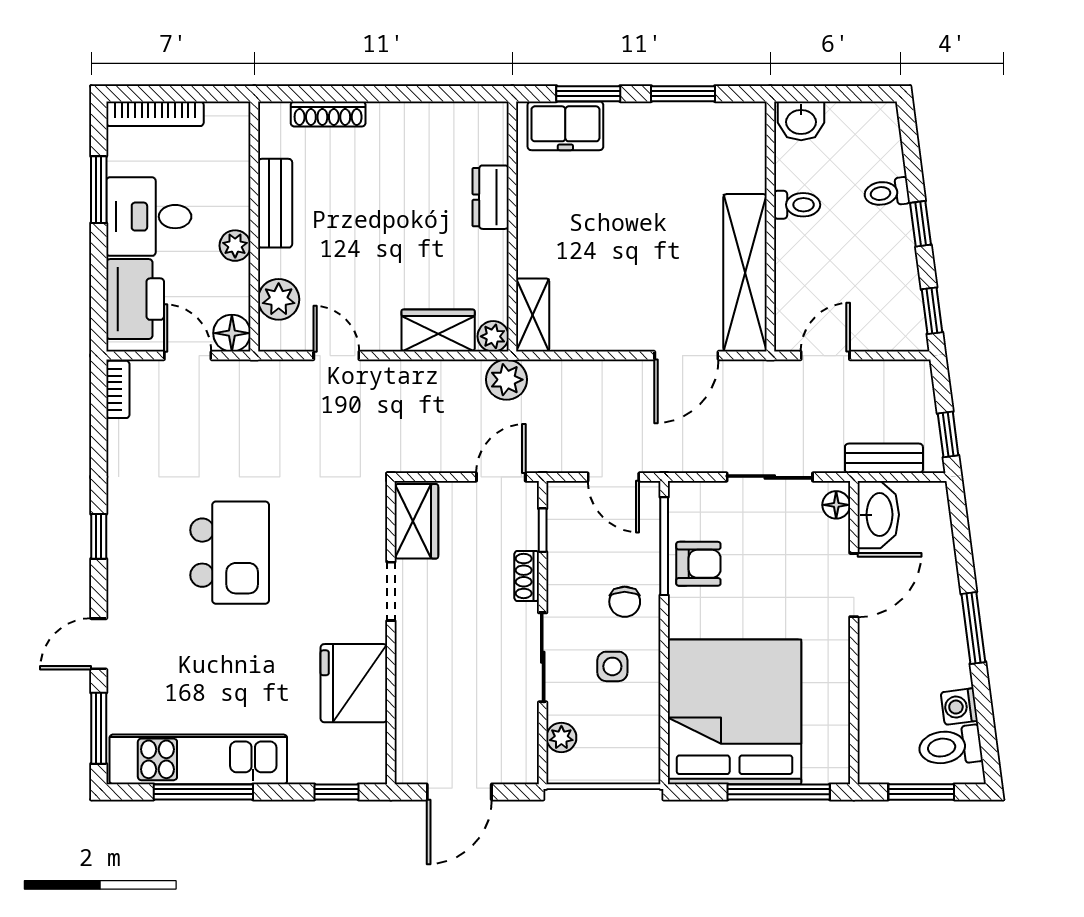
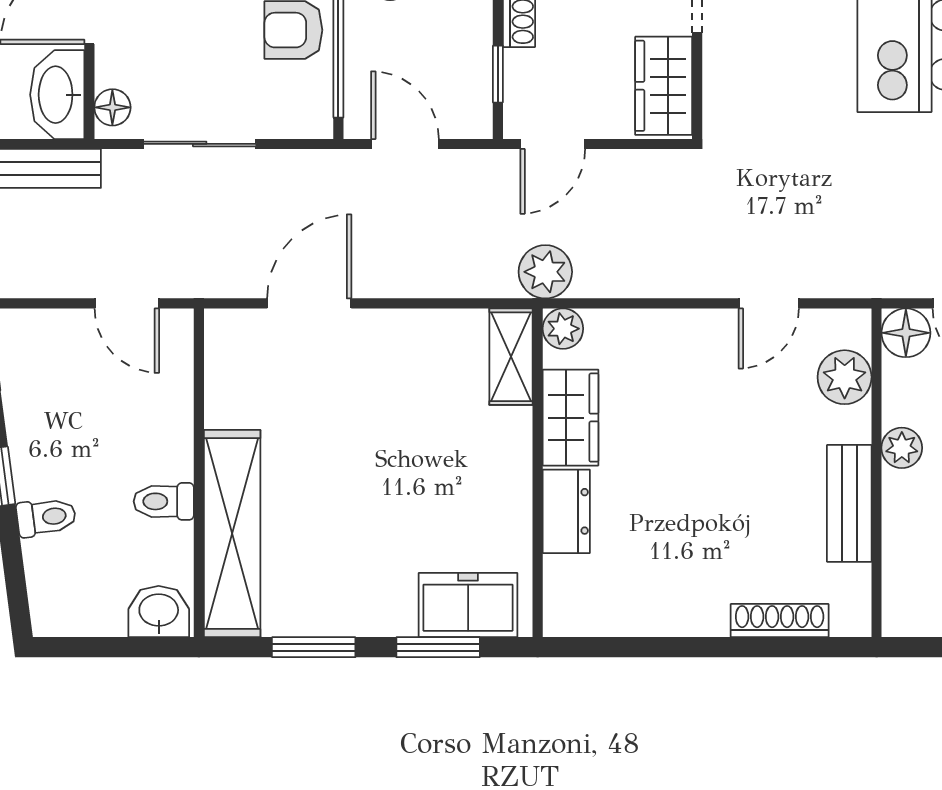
shelving: (745, 273) -> (232, 534), moved
wardrobe: (438, 331) -> (571, 418), moved, turned -90
door: (336, 356) -> (769, 303), hinge flipped
door: (825, 356) -> (127, 303), hinge flipped

